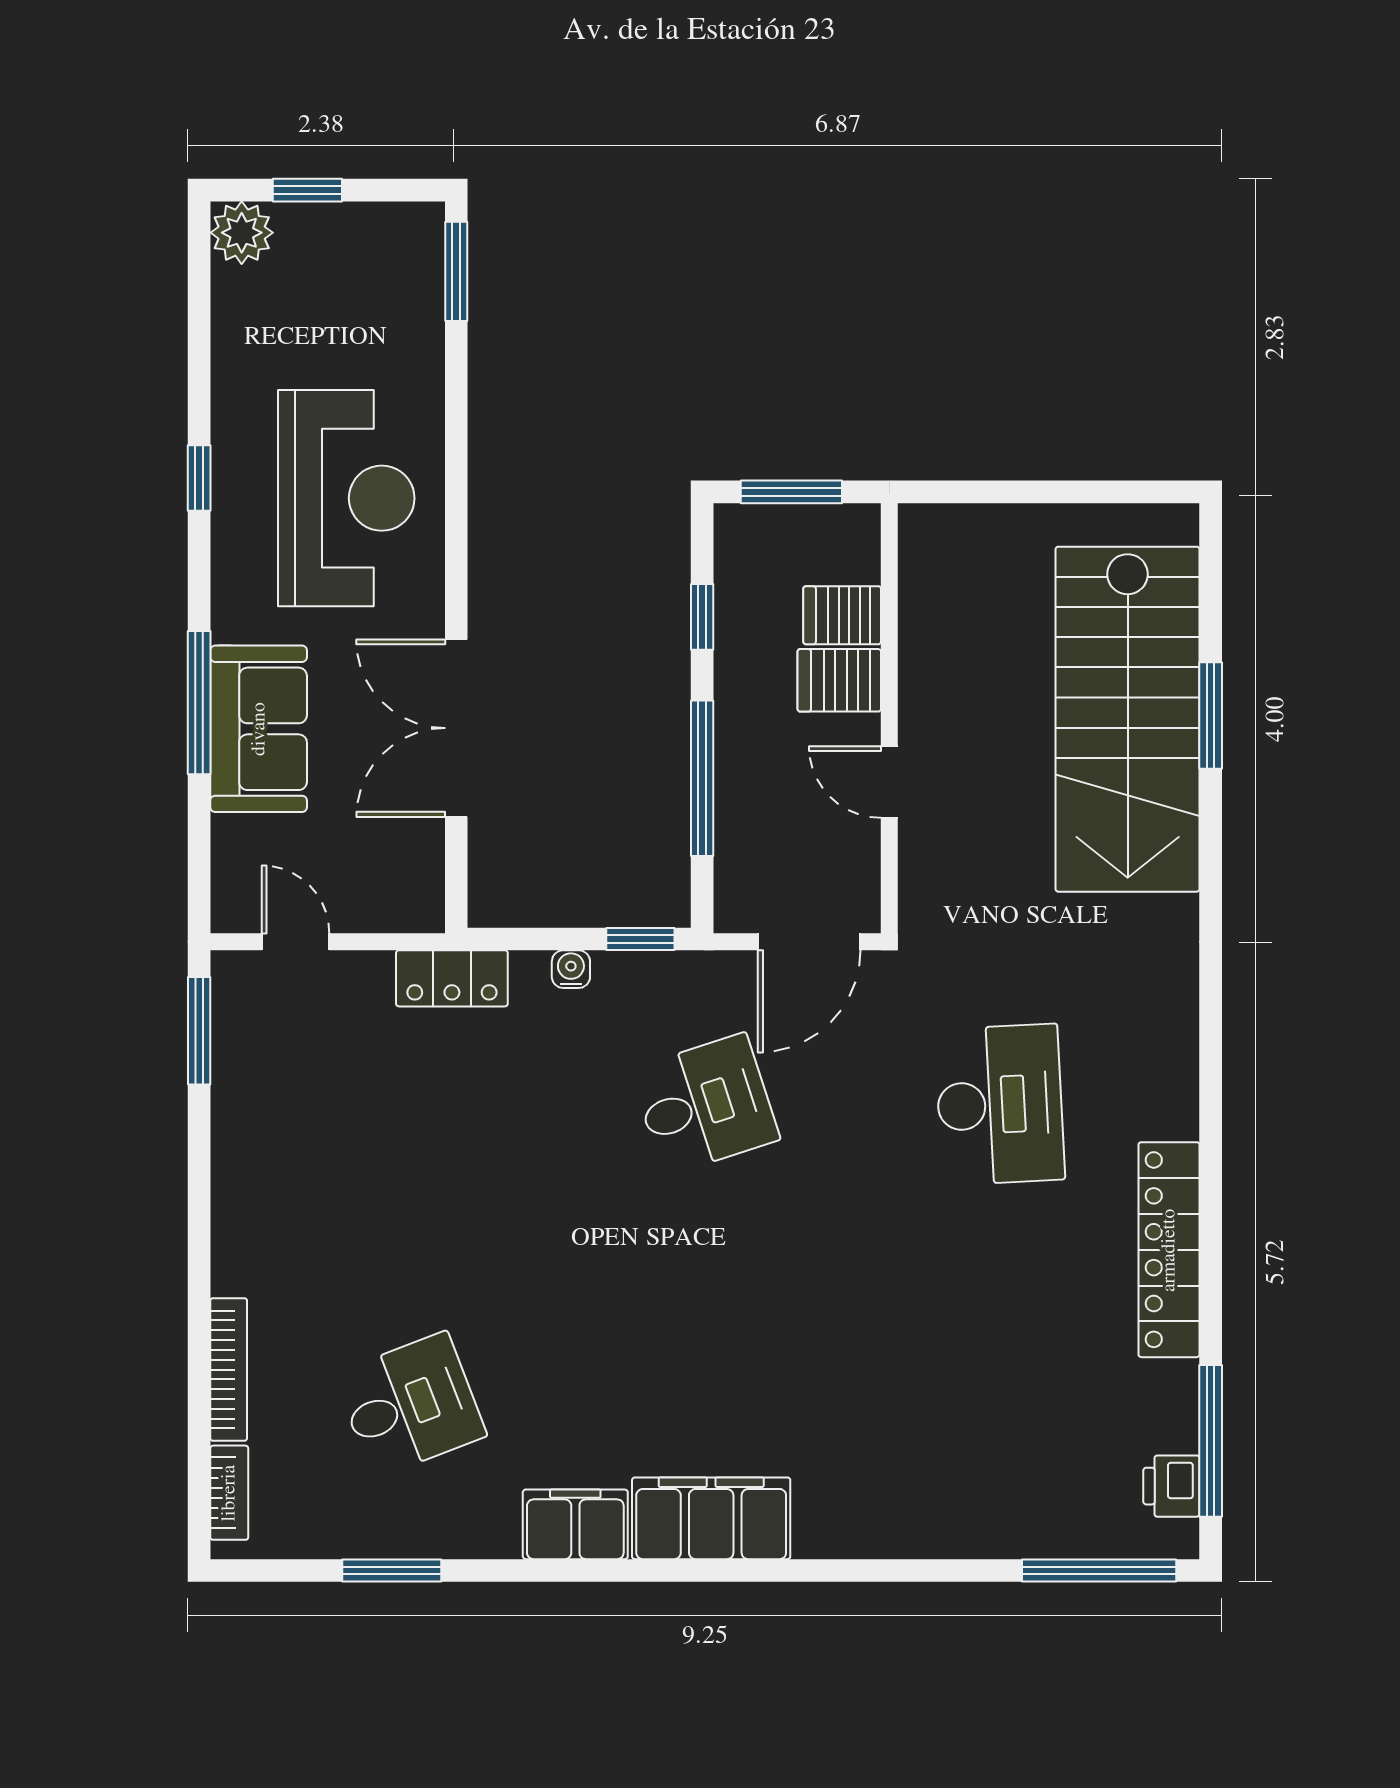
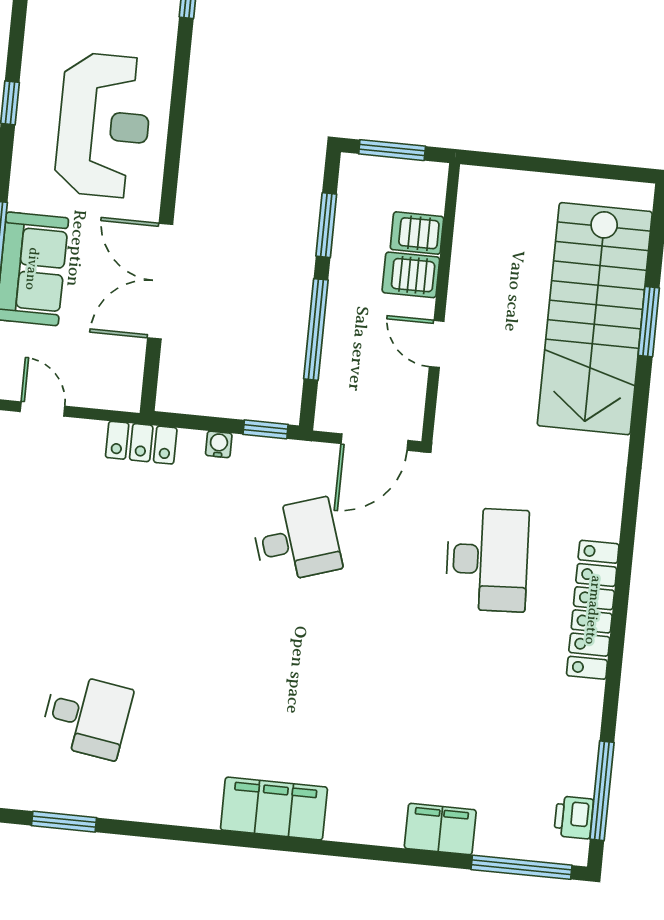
window: (702, 617) -> (326, 225), width x1.50
locker: (1169, 1250) -> (593, 610), moved
desk: (410, 1405) -> (87, 716), turned 30
filing cabinet: (575, 1524) -> (440, 829), moved

